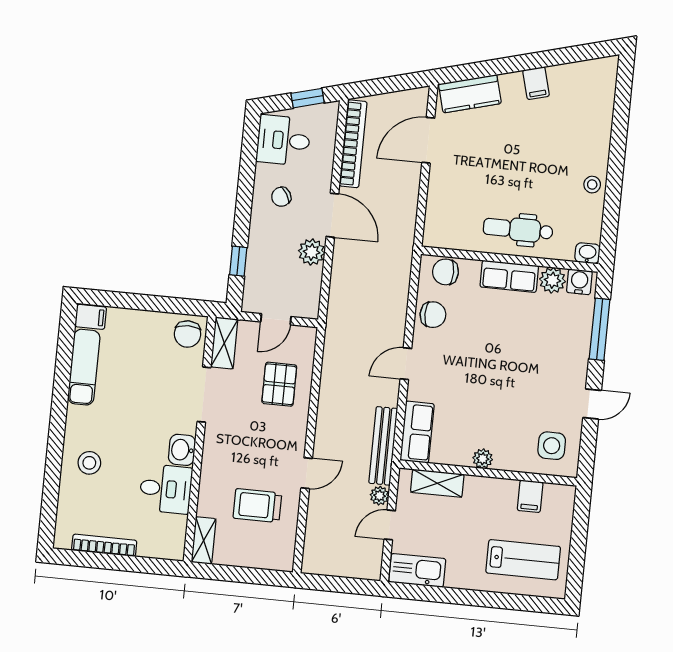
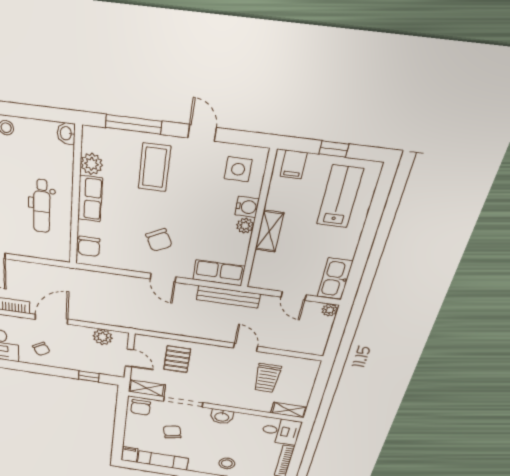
dental chair: (518, 229) -> (42, 206), moved
plant: (312, 252) -> (102, 337), moved
water cooler: (579, 282) -> (247, 207), moved, turned 180
chair: (433, 315) -> (159, 240), moved, turned 153
chair: (188, 334) -> (141, 407), turned 90
coffee table: (551, 352) -> (154, 167), added
chair: (144, 380) -> (172, 432), added
pallet: (279, 384) -> (177, 359), turned 90
shelving: (437, 483) -> (269, 231), moved
desk: (166, 489) -> (281, 431), moved, turned 90
plant: (380, 496) -> (330, 310), moved
filing cabinet: (530, 496) -> (294, 165), moved, turned 90
window: (578, 545) -> (334, 149), added

